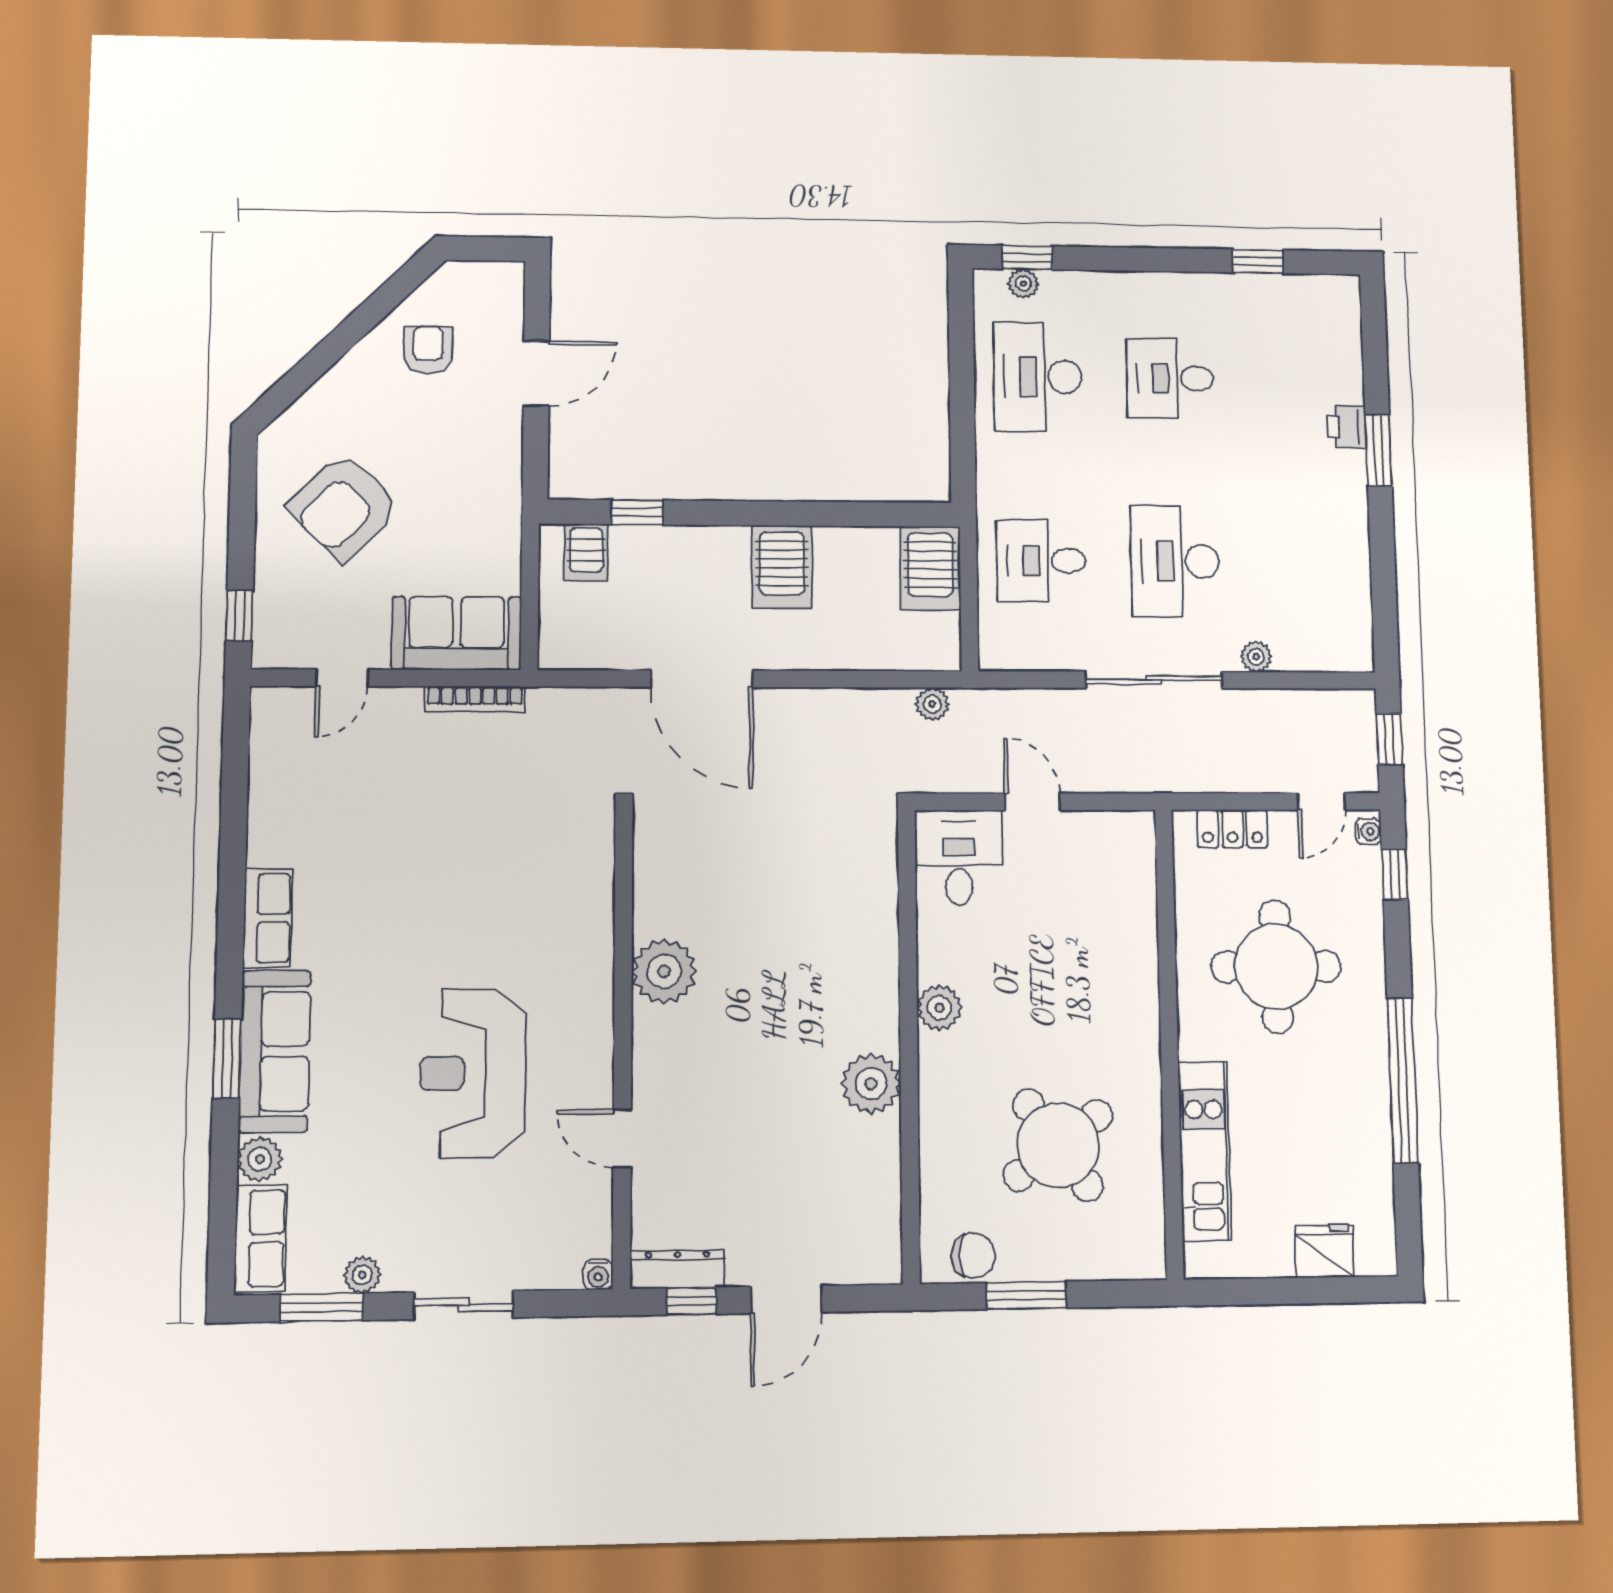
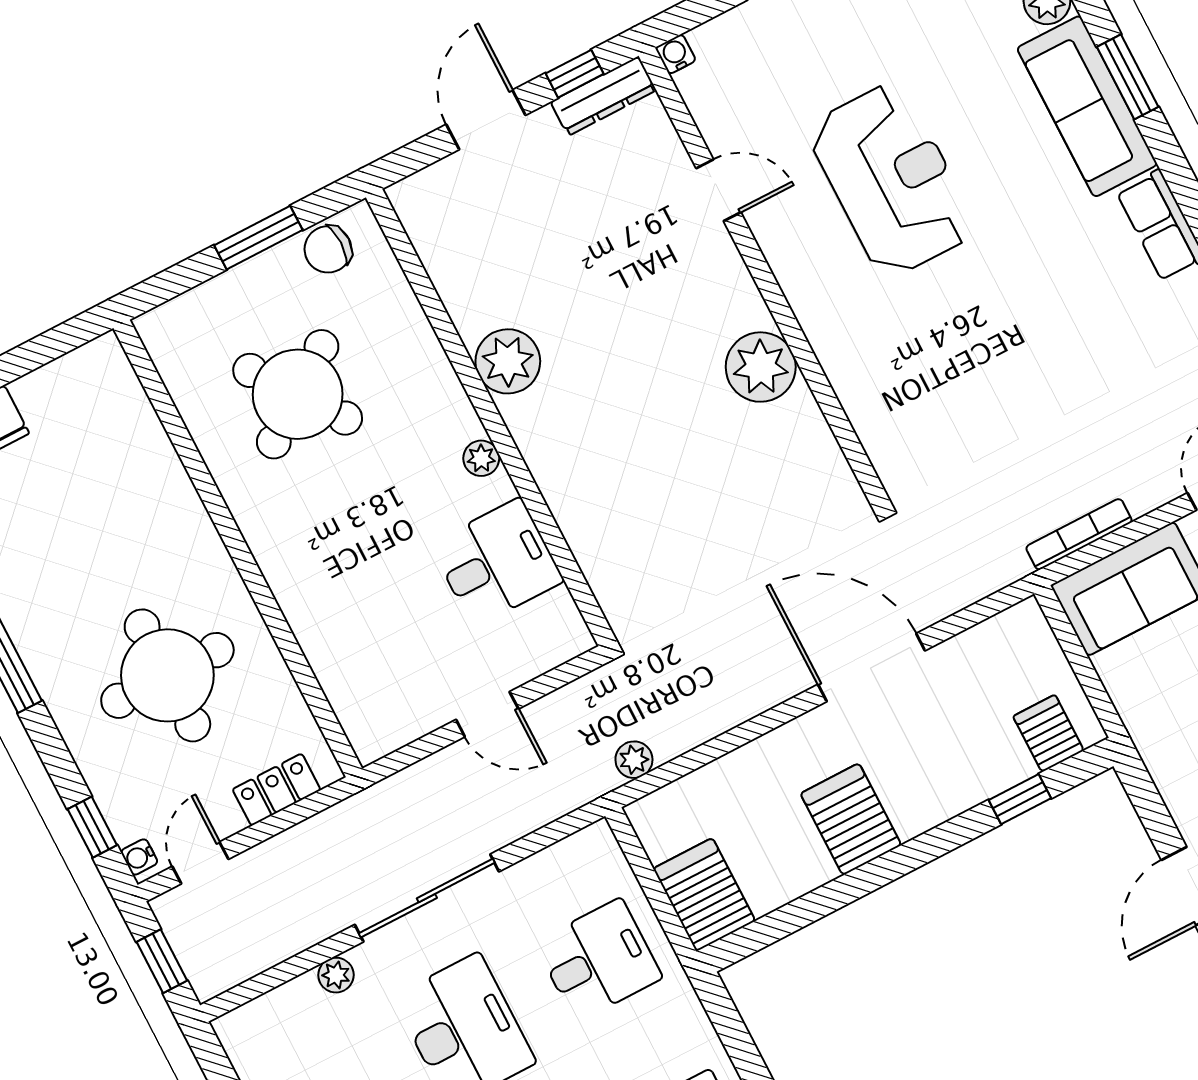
desk: (959, 858) -> (497, 562), moved, turned -90
plant: (939, 1008) -> (481, 458), width x0.73, depth x0.73
kitchen unit: (1205, 1151) -> (152, 461), removed

